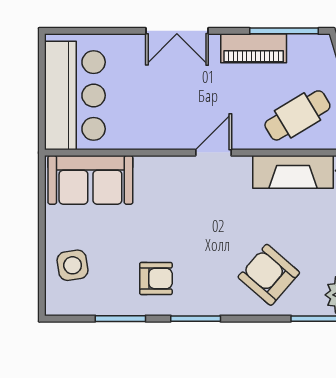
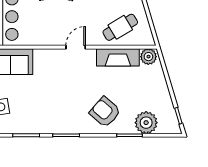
armchair: (156, 279) -> (45, 114), removed

